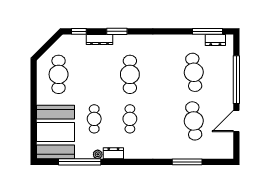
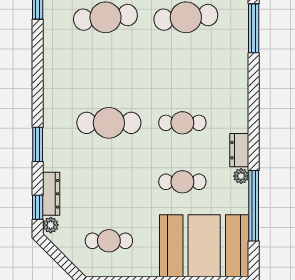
plant: (68, 39) -> (51, 225), added
dresser: (100, 39) -> (51, 194), moved
cafe table: (59, 74) -> (109, 241), width x0.73, depth x0.74

